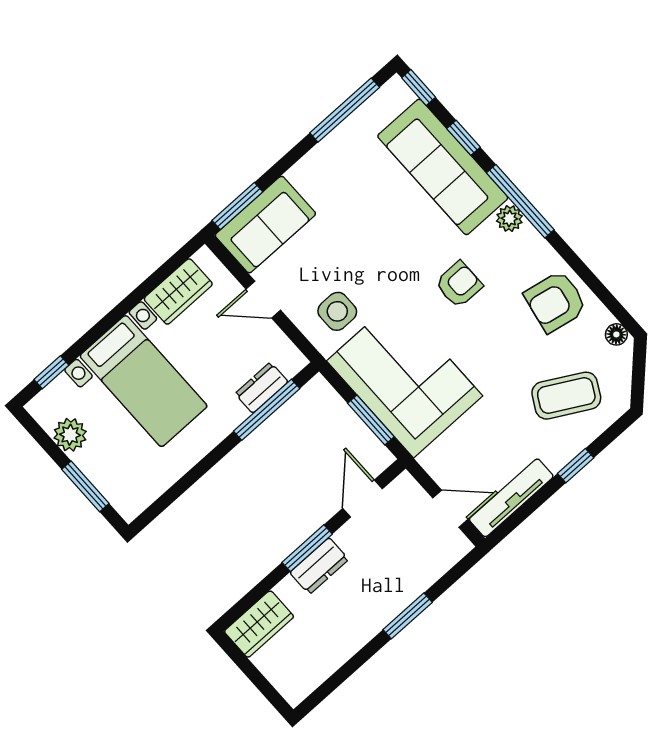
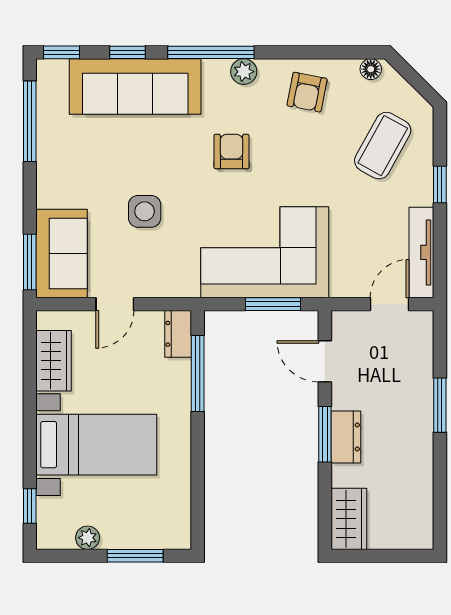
plant: (509, 219) -> (244, 72), moved
armchair: (556, 302) -> (307, 92), width x0.72, depth x0.72
side table: (337, 311) -> (145, 211), moved
dresser: (262, 388) -> (178, 334), moved
plant: (70, 435) -> (88, 538), width x0.73, depth x0.73

